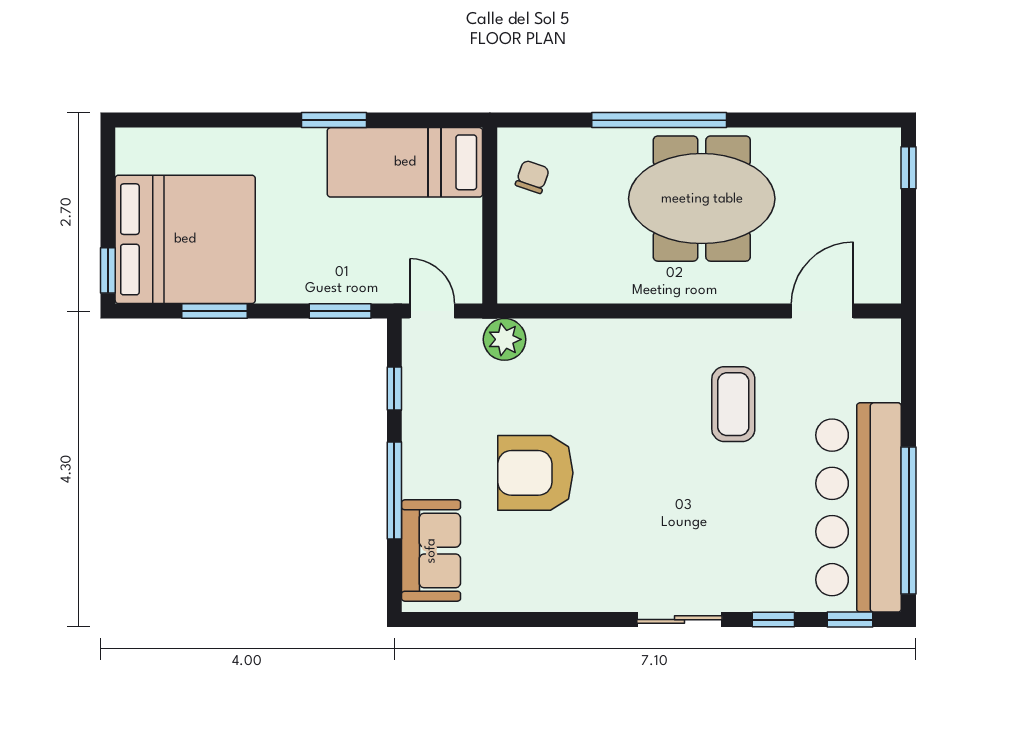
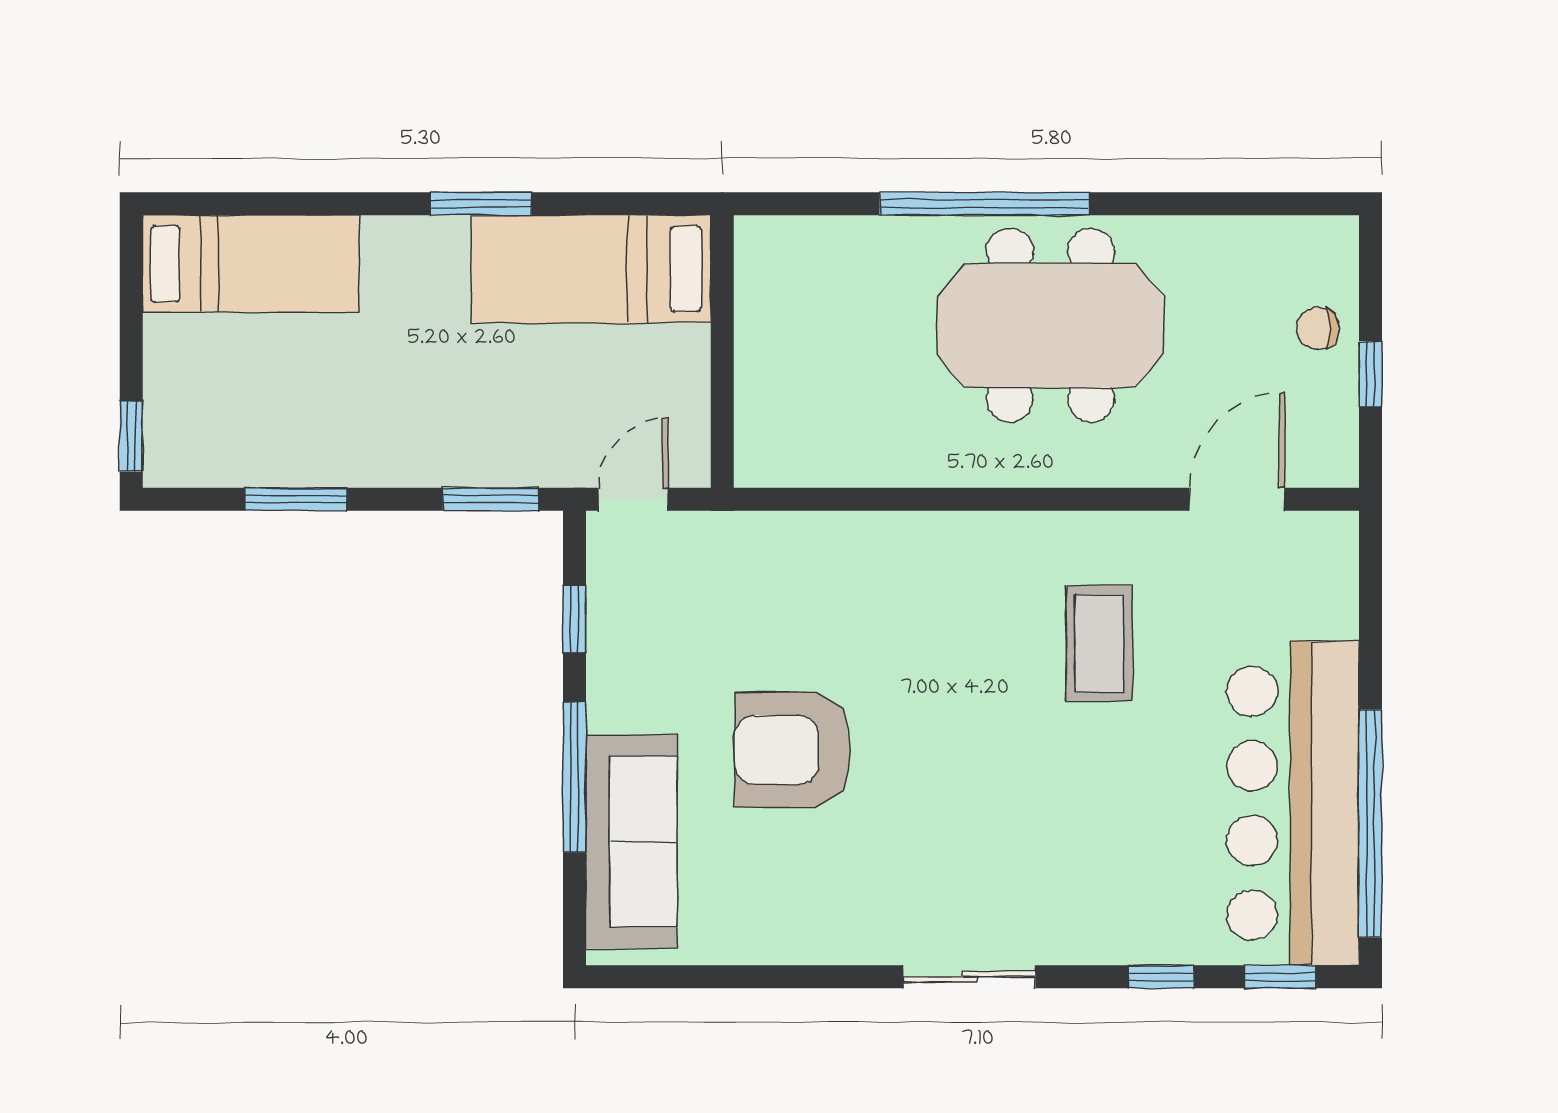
window: (909, 168) -> (1370, 374), moved
chair: (532, 177) -> (1318, 329), moved, turned -109
bed: (185, 239) -> (251, 264), moved, width x0.49
door: (432, 311) -> (633, 499), hinge flipped
plant: (505, 339) -> (745, 543), removed
sofa: (431, 551) -> (631, 842), width x1.36
sliding door: (679, 620) -> (969, 977), moved

